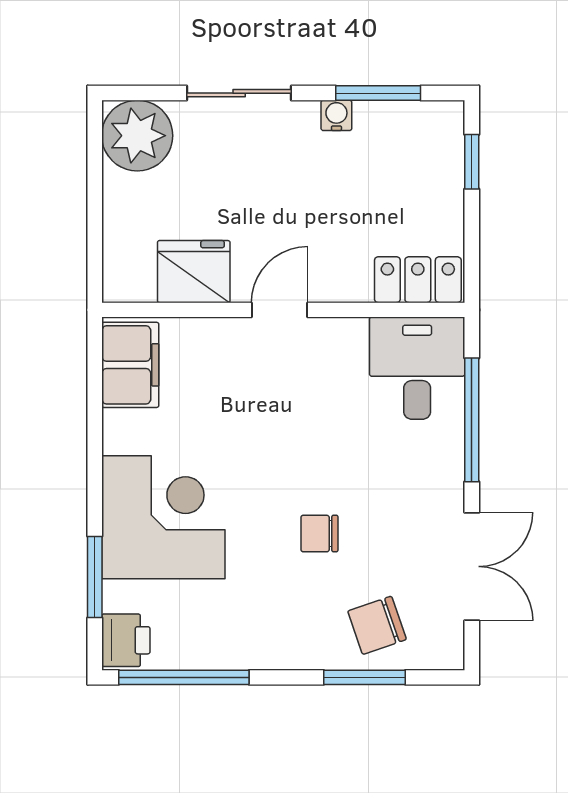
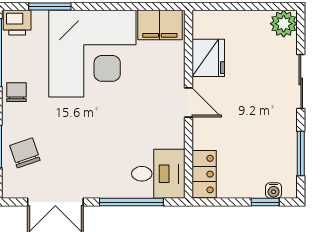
water cooler: (336, 115) -> (274, 190), moved, turned 90
plant: (137, 136) -> (284, 24), width x0.73, depth x0.73
corner desk: (163, 517) -> (92, 54), width x1.36, depth x1.36
chair: (319, 534) -> (17, 92), moved

